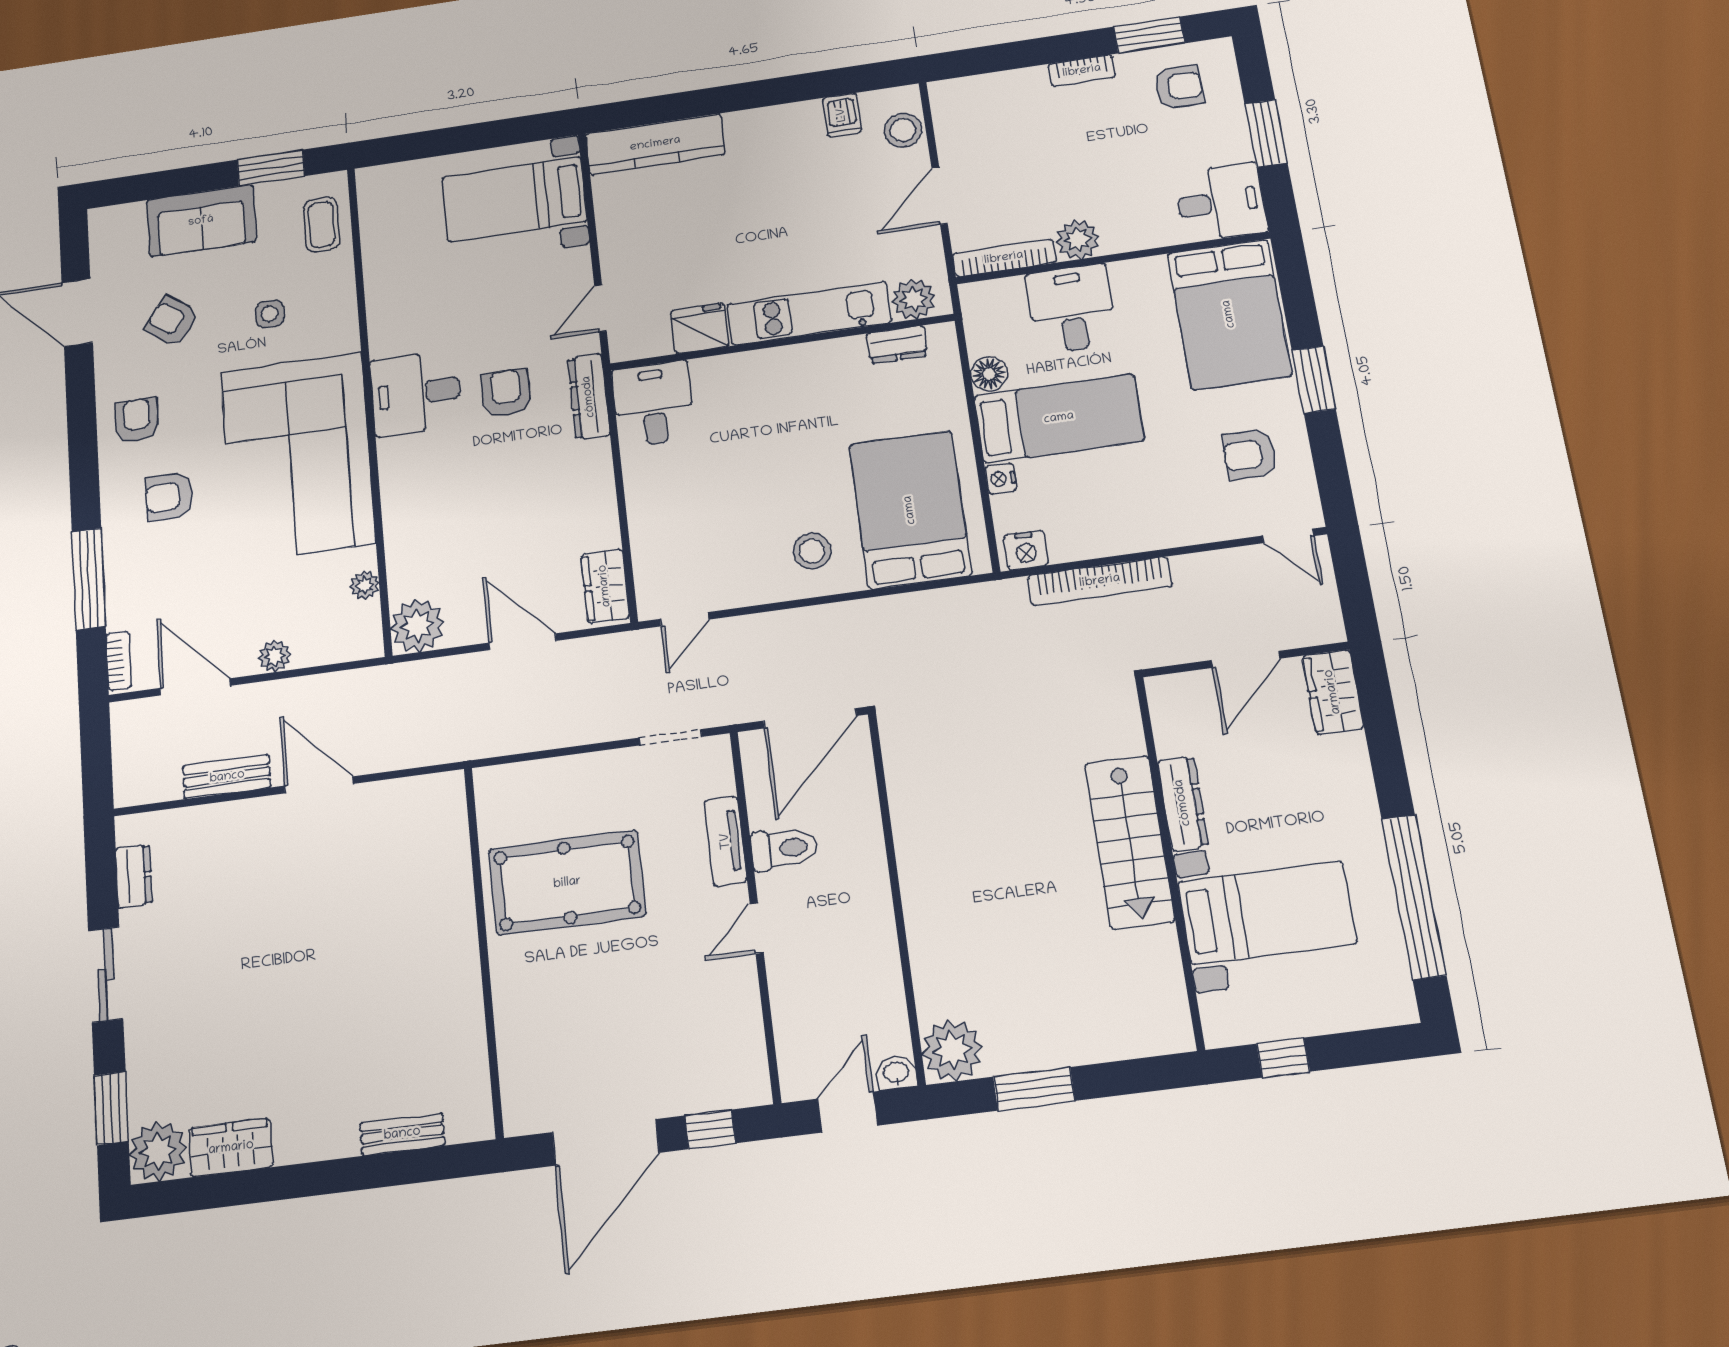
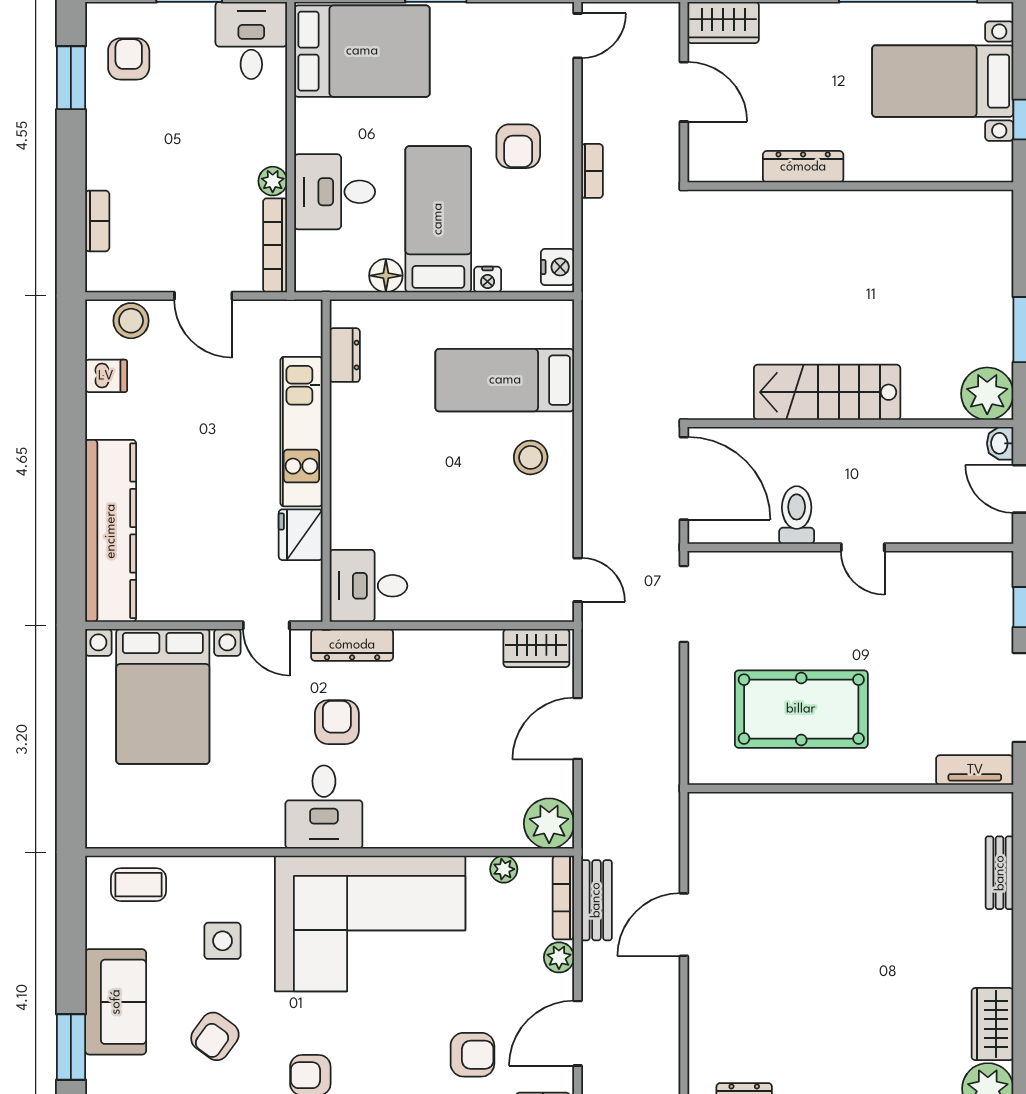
bookcase: (1082, 71) -> (97, 221), moved
kitchen counter: (655, 144) -> (111, 531), width x1.39, depth x1.17
window: (271, 168) -> (71, 1047), moved
bed with nightstands: (514, 199) -> (163, 696), width x1.36
plant: (1078, 240) -> (273, 181), width x0.73, depth x0.73
plant: (914, 299) -> (302, 334), removed
side table: (270, 314) -> (223, 941), width x1.37, depth x1.37
armchair: (506, 393) -> (337, 722), turned 90
armchair: (1250, 455) -> (518, 146), moved
armchair: (169, 497) -> (472, 1055), moved, turned -90
bed: (910, 510) -> (505, 380), width x0.67
bookcase: (1100, 581) -> (592, 171), width x0.43, depth x0.76
bookcase: (339, 652) -> (563, 898), added
doorway: (670, 737) -> (684, 604), width x1.38
bench: (227, 777) -> (596, 900), moved
tv unit: (726, 841) -> (975, 770), moved, turned 180
stairs: (1130, 842) -> (827, 392), moved, turned 180
pool table: (567, 883) -> (801, 709), turned 90
bed with nightstands: (1267, 913) -> (943, 81), moved, turned -90

